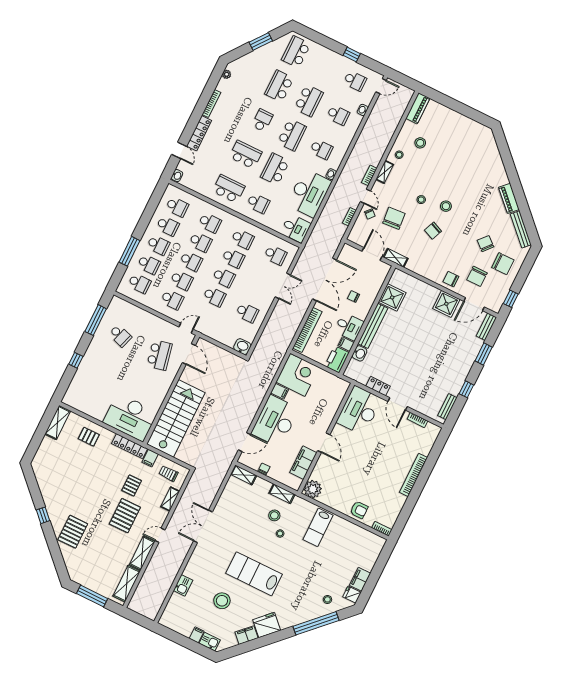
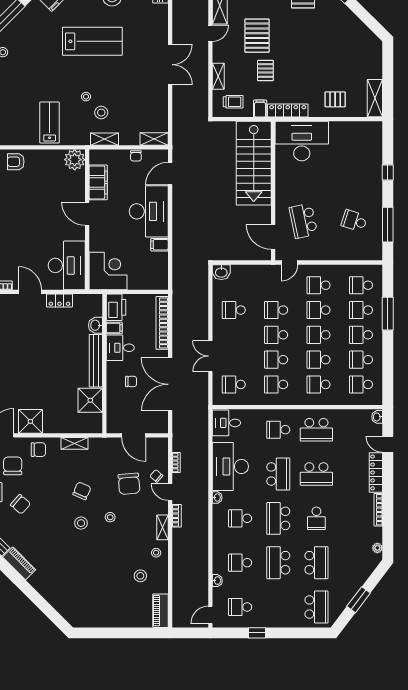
shelving: (396, 258) -> (74, 443), moved
corner desk: (298, 375) -> (108, 271), moved, turned 180

